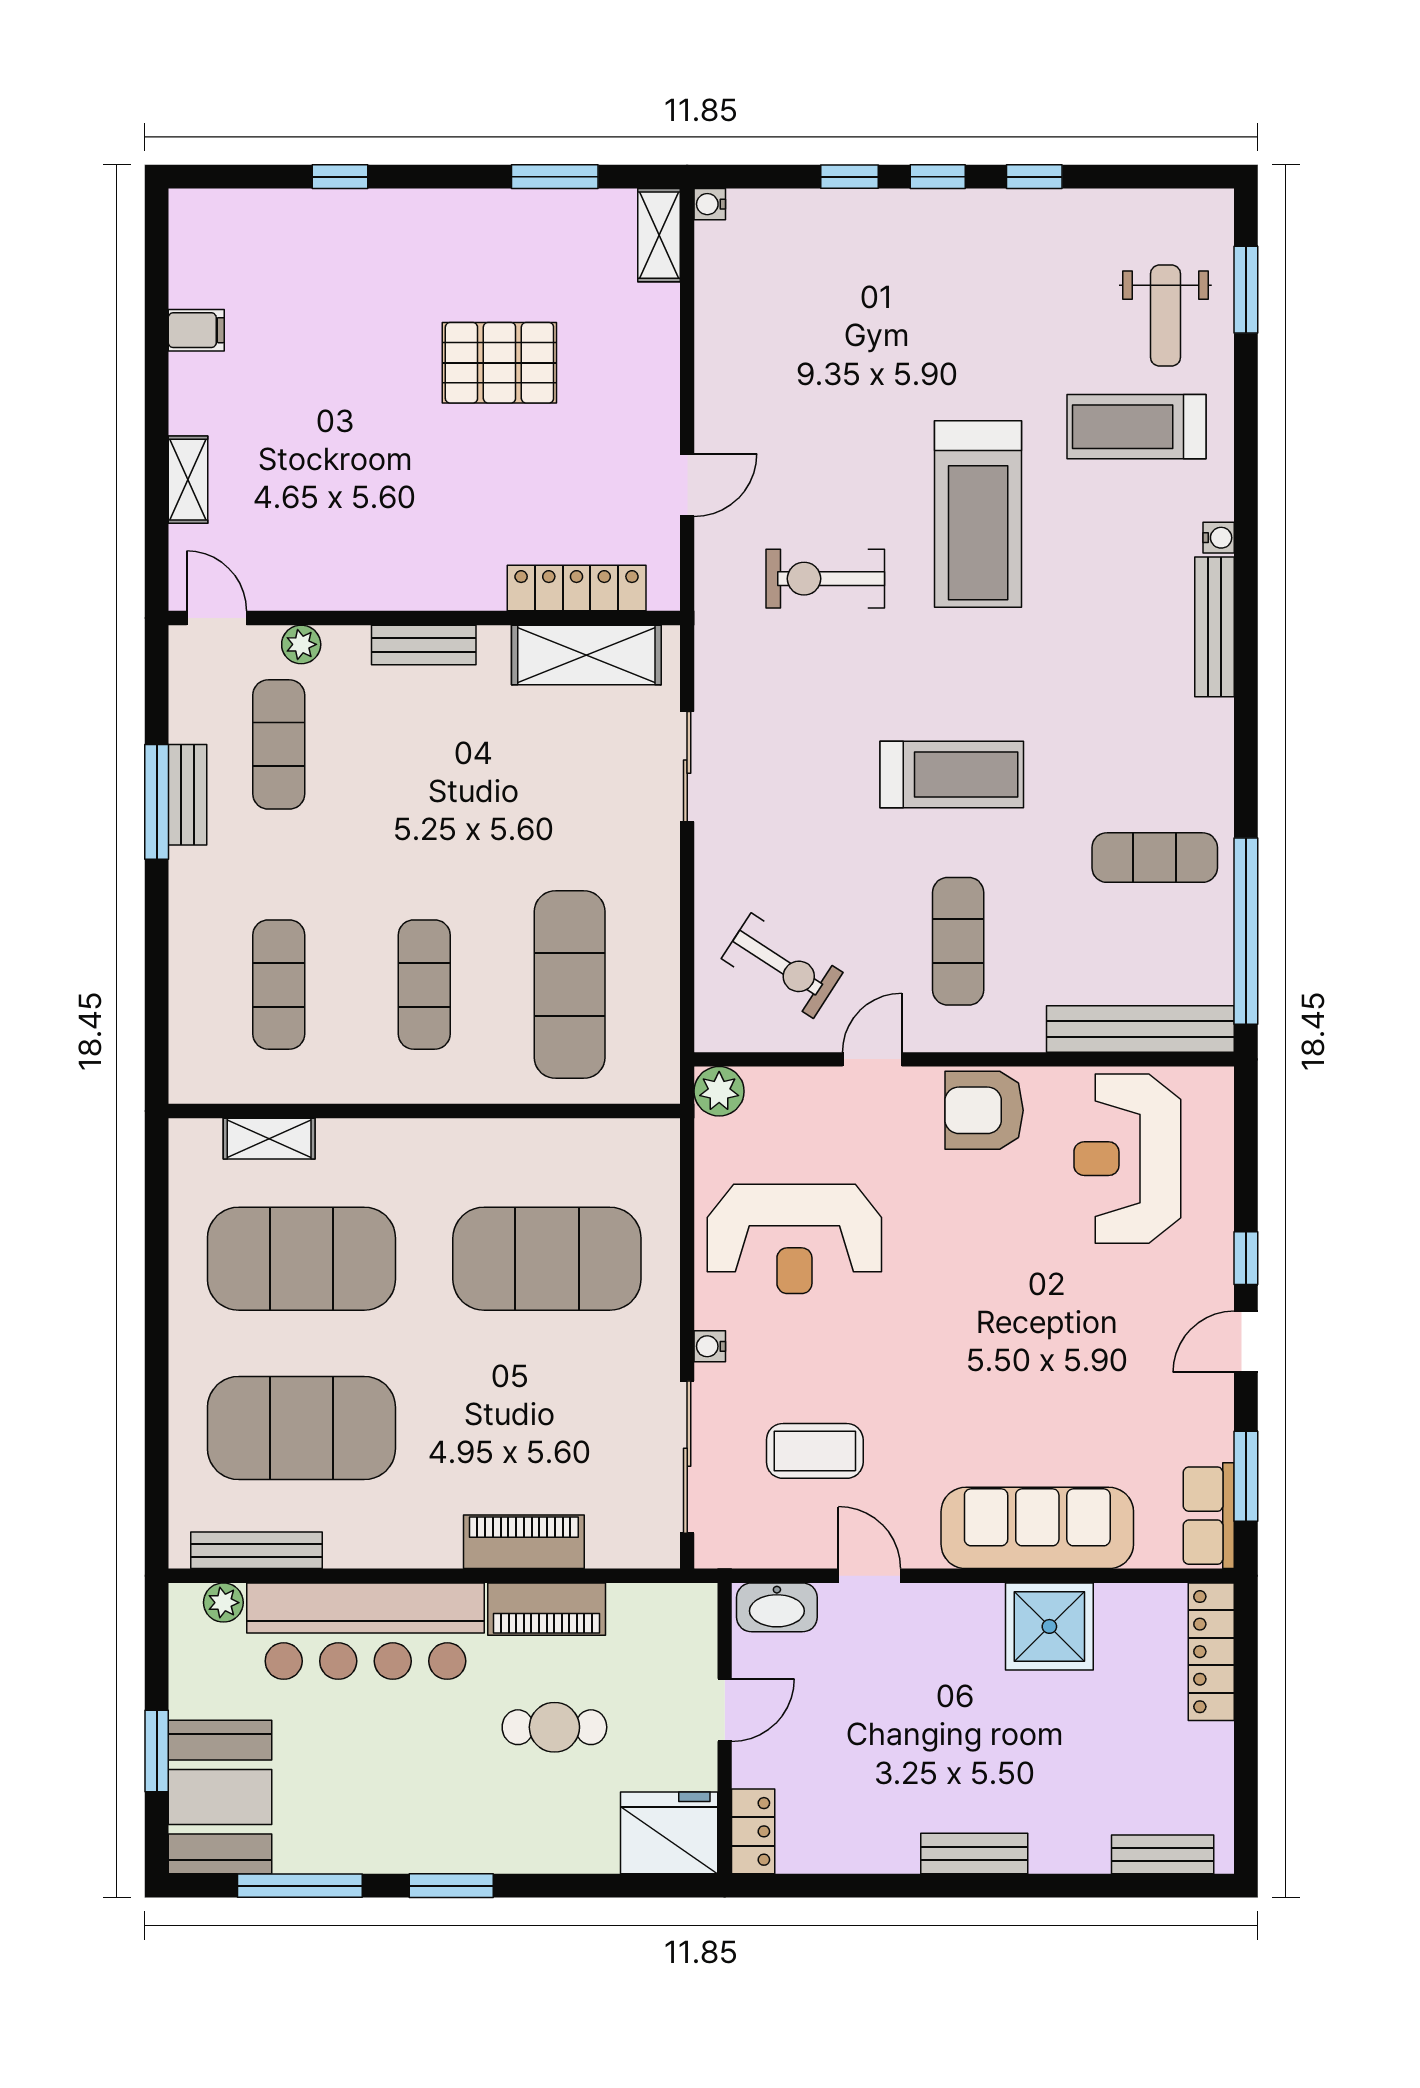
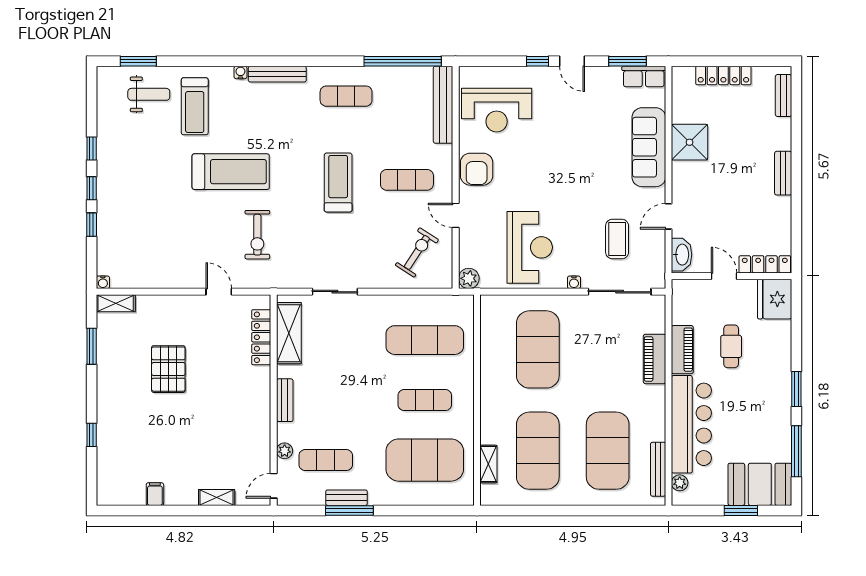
exercise mat: (1155, 858) -> (346, 96), moved, turned 90
exercise mat: (279, 985) -> (425, 460), width x2.00, depth x1.45
locker: (1211, 1652) -> (723, 75), moved
locker: (753, 1831) -> (765, 264), width x1.53

